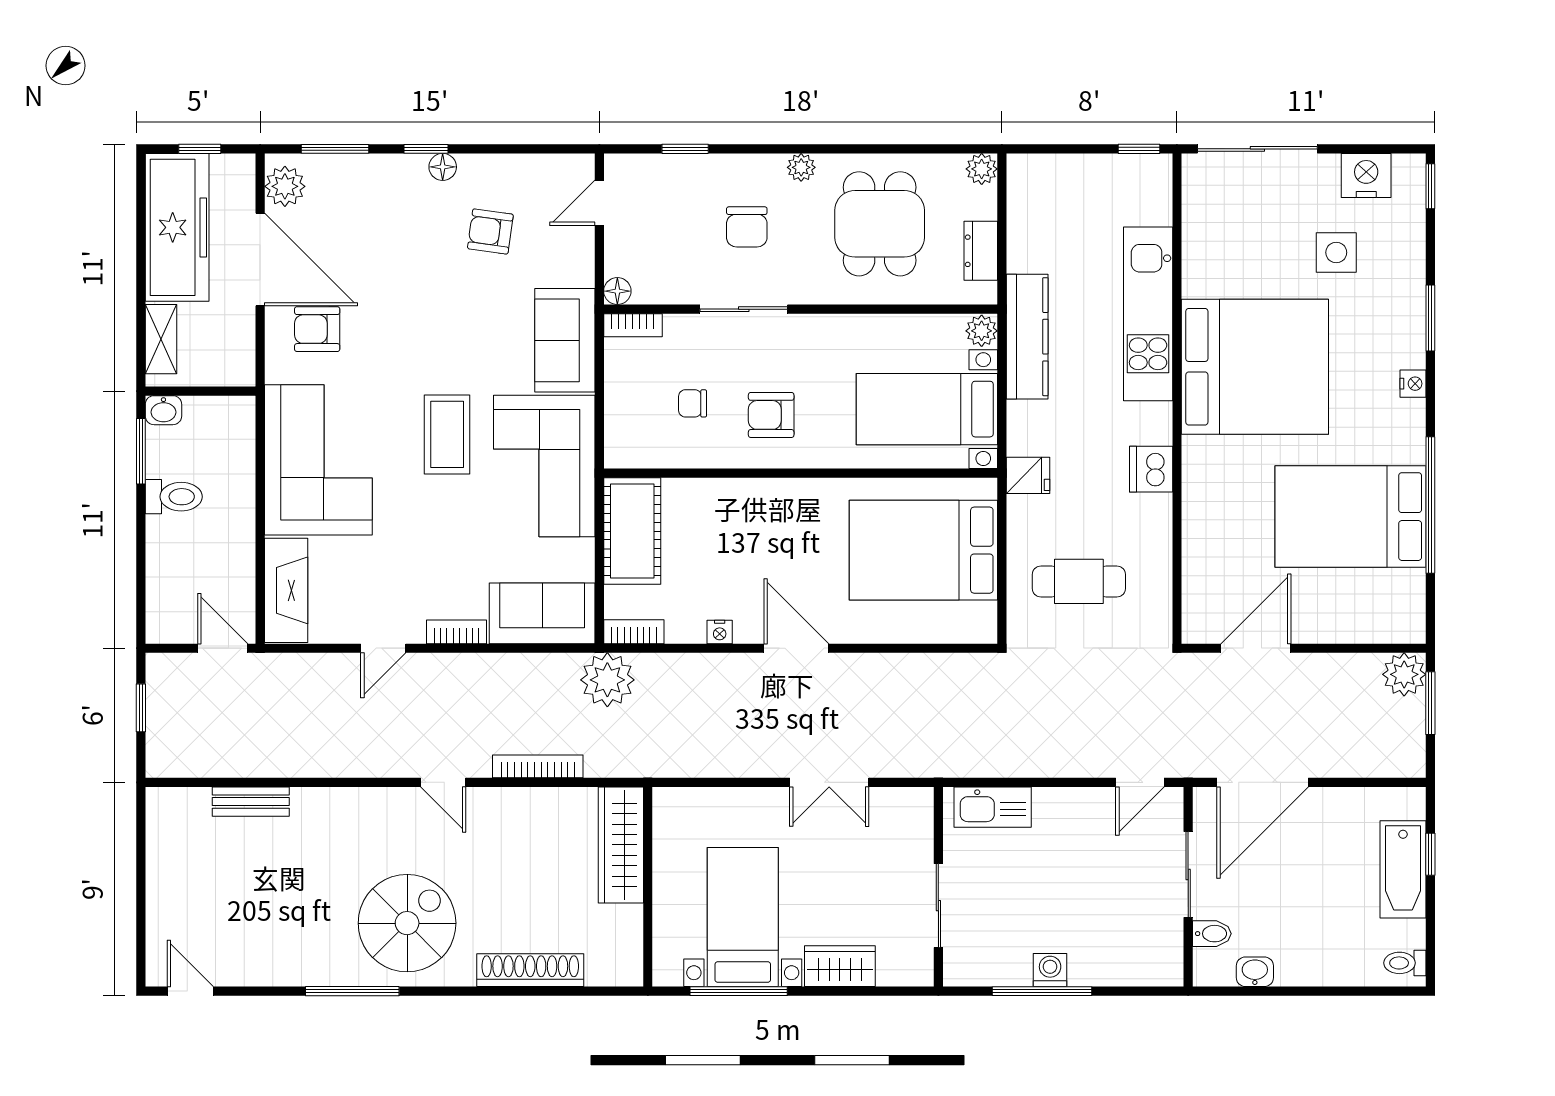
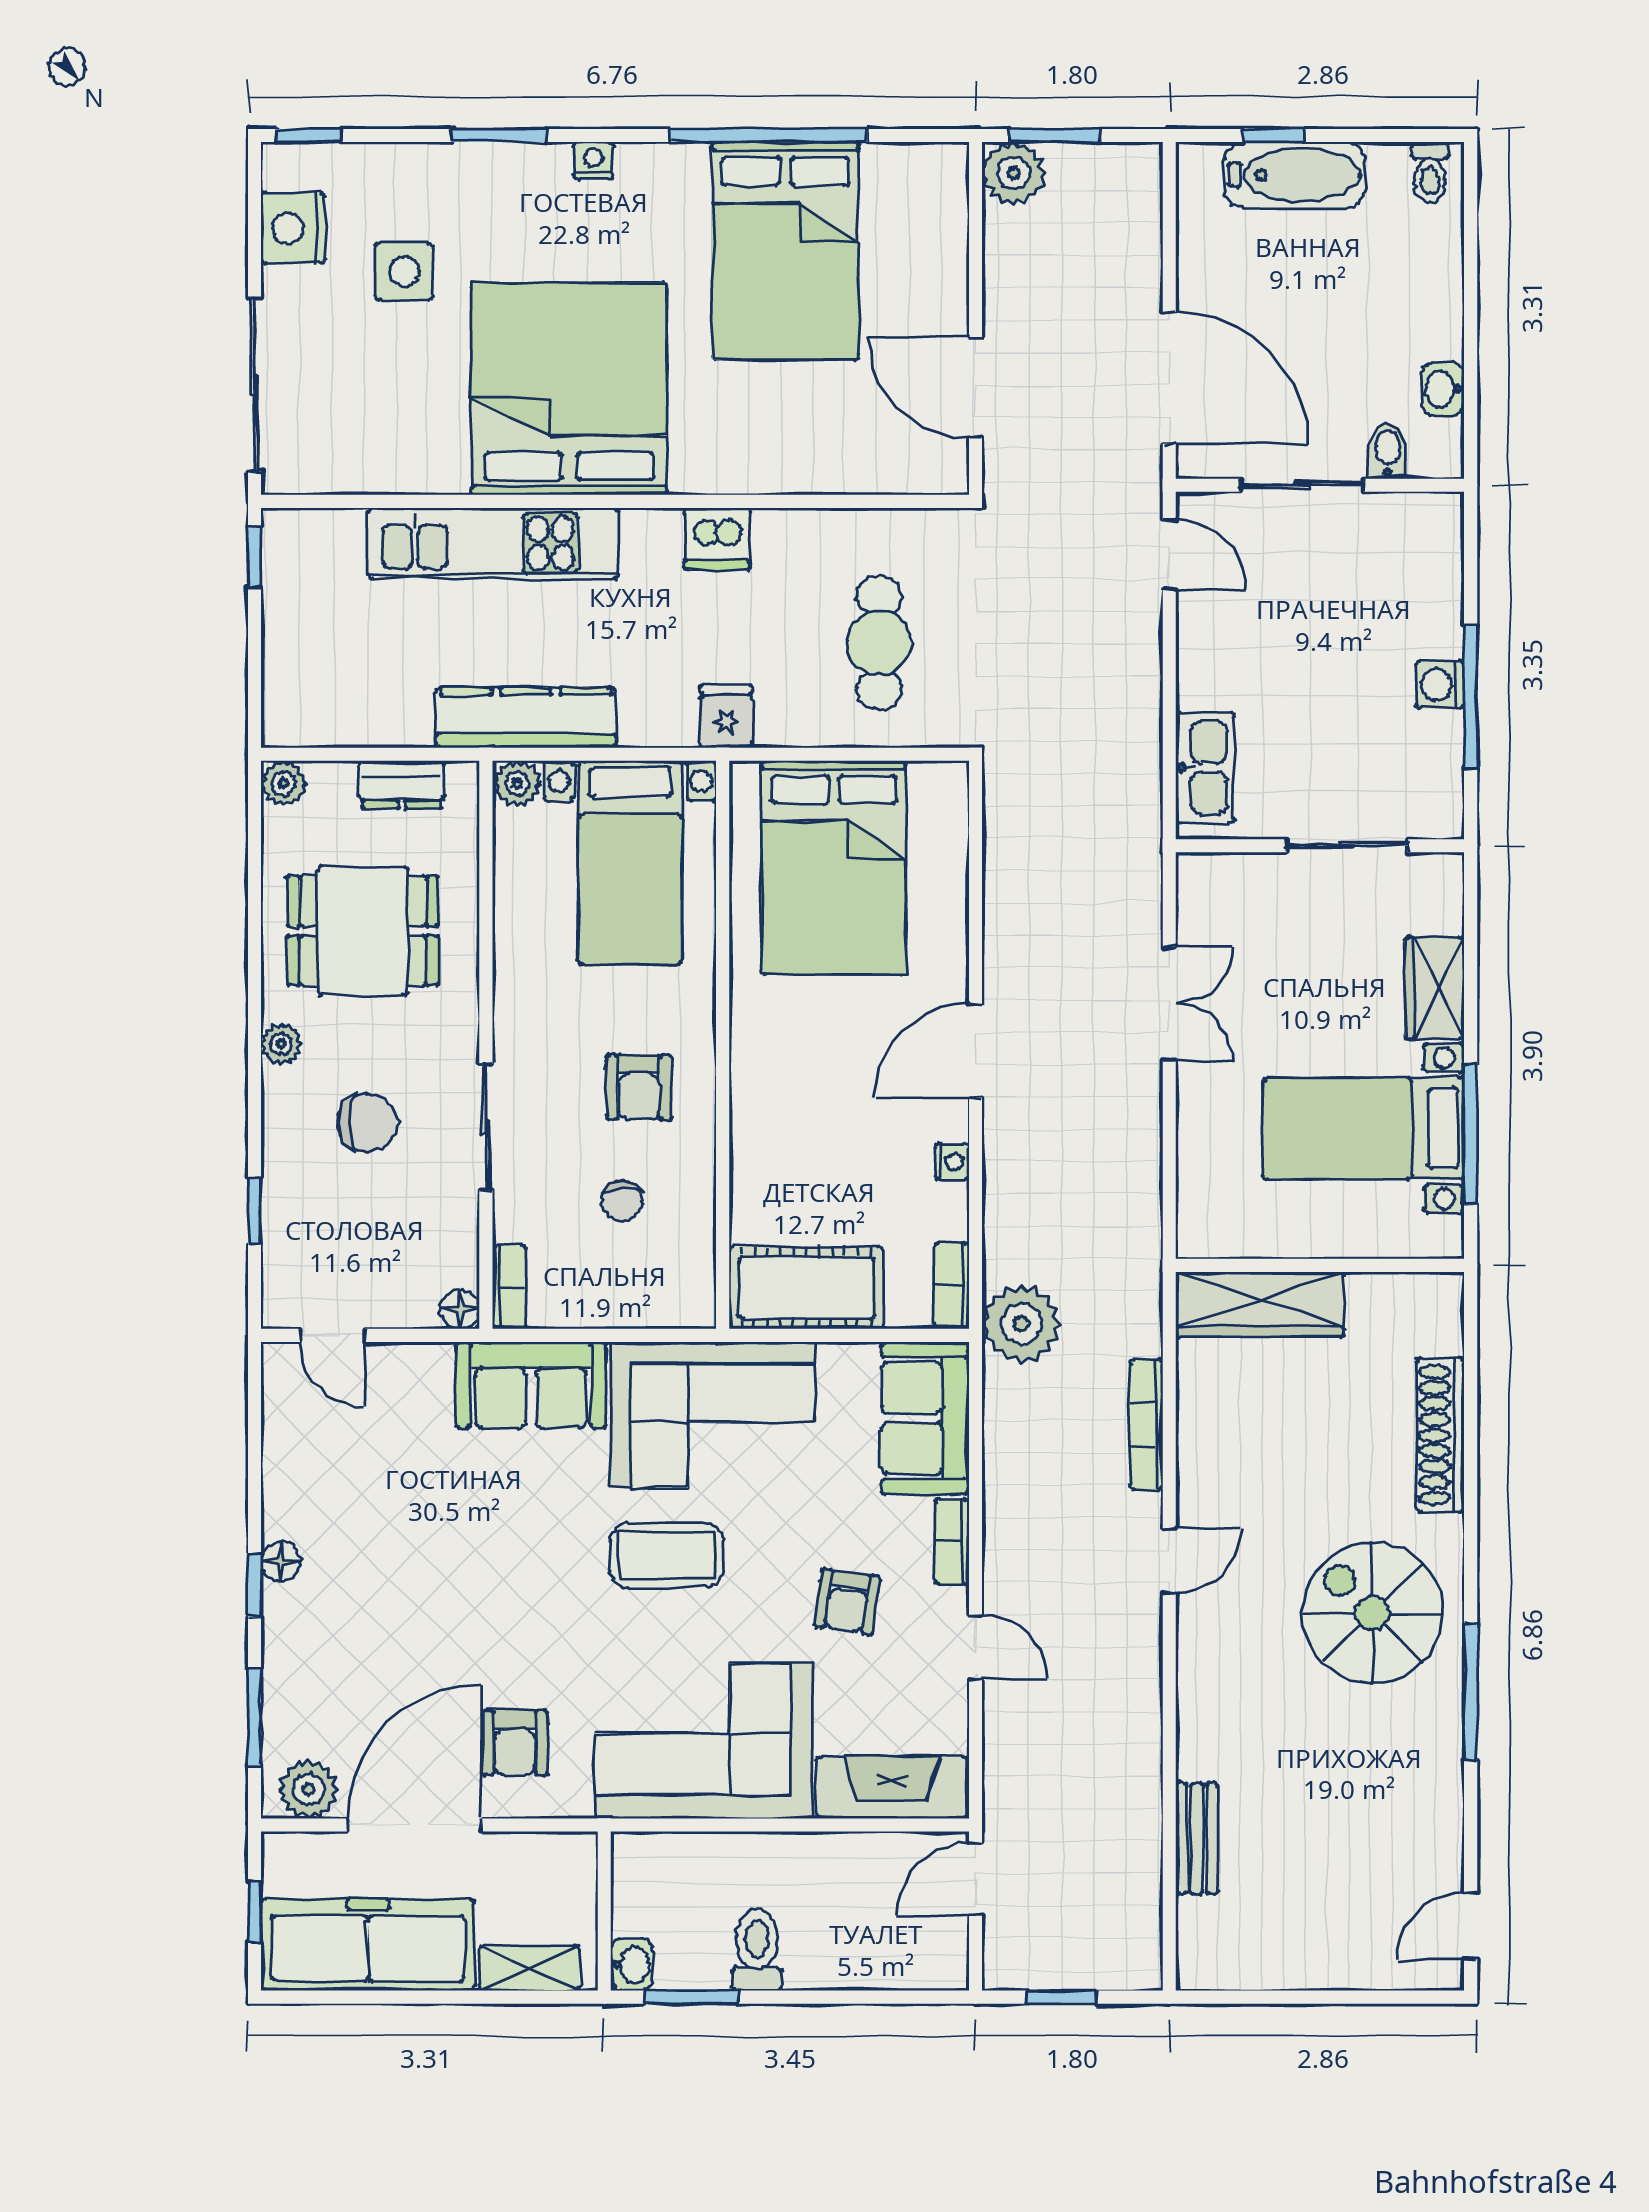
armchair: (490, 231) -> (847, 1602), moved

